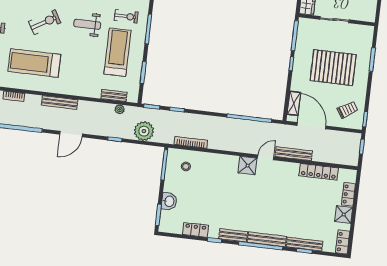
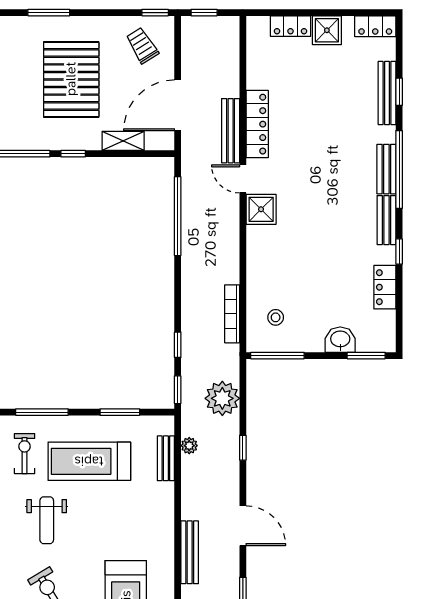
shelving: (294, 103) -> (123, 141), moved
locker: (319, 172) -> (257, 124), moved
bench: (267, 239) -> (386, 169), width x0.73

